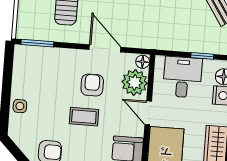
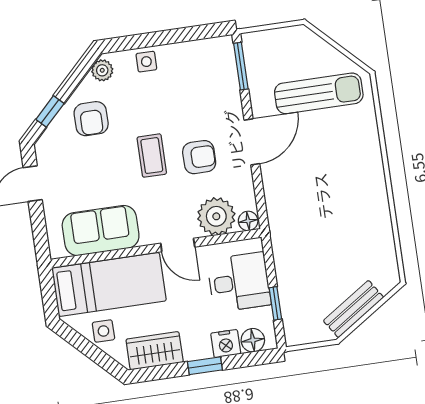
door: (105, 48) -> (252, 142), moved
door: (148, 113) -> (178, 245), swing flipped
plant: (19, 137) -> (102, 70), added

